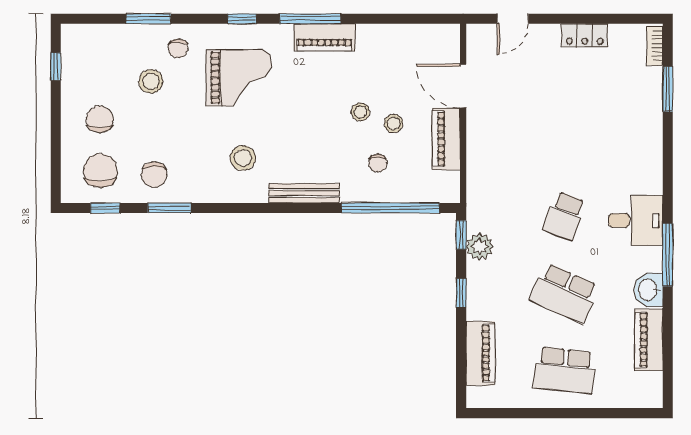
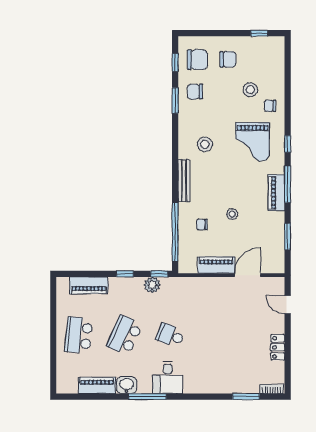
window: (149, 19) -> (288, 237), moved
stool: (394, 123) -> (225, 234), removed

